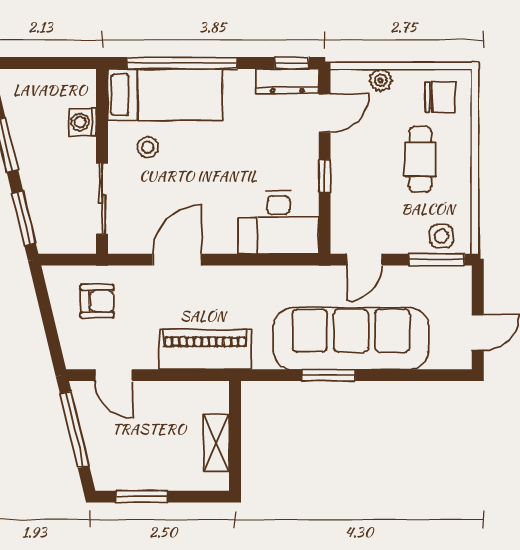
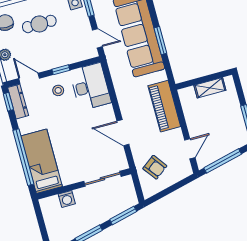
stool: (148, 147) -> (58, 90), moved
armchair: (97, 301) -> (155, 167), turned 143

